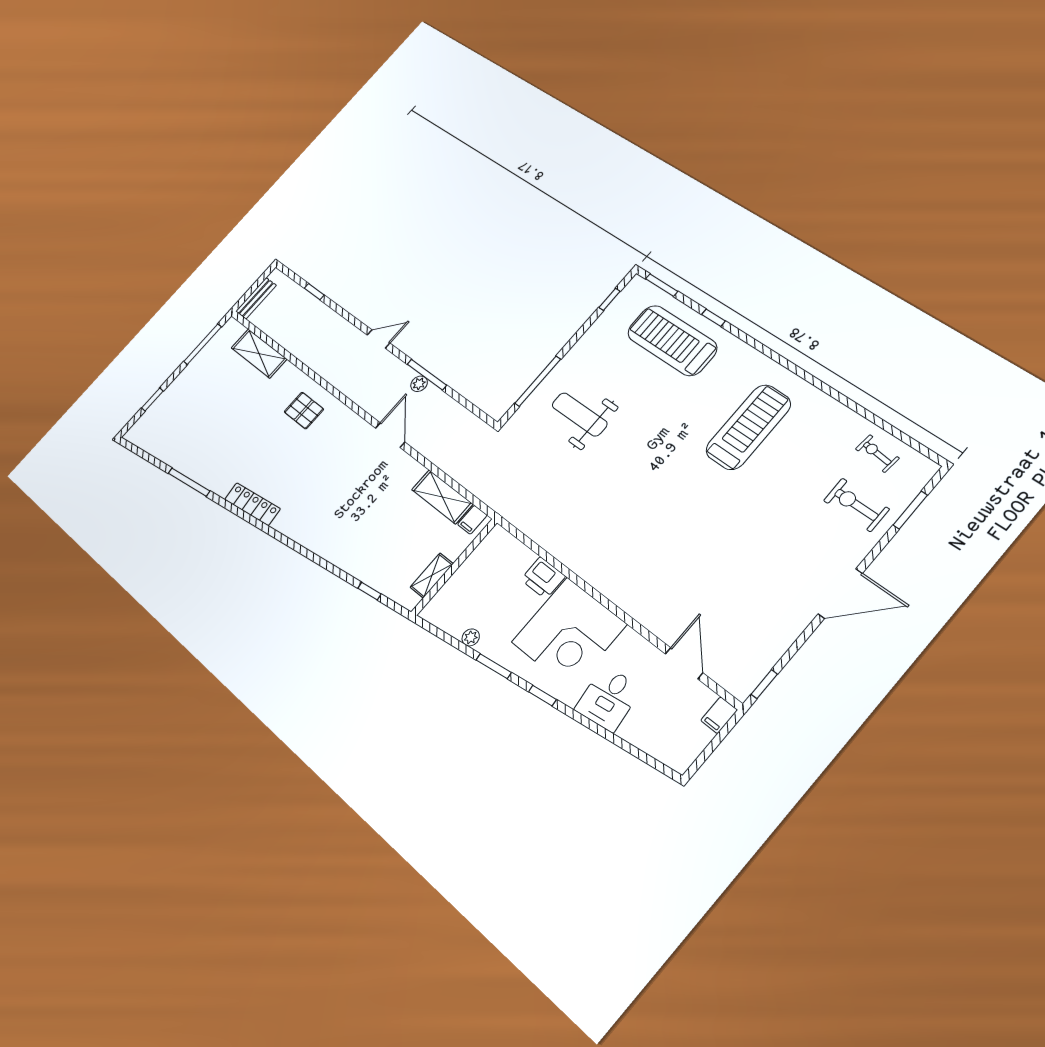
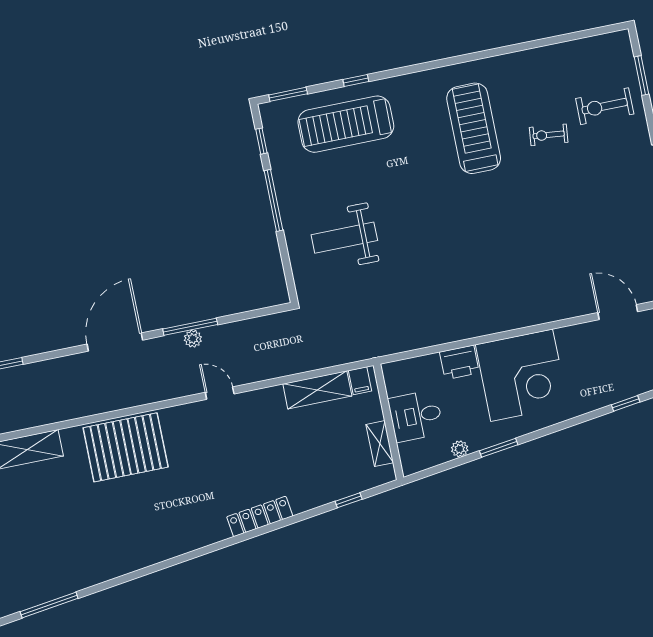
door: (379, 339) -> (115, 342), width x1.88
window: (538, 381) -> (273, 200), moved
pallet: (304, 411) -> (126, 447), width x2.05, depth x2.00
door: (390, 435) -> (220, 393), width x0.73
exercise bike: (877, 454) -> (549, 135), moved
window: (189, 482) -> (49, 605), moved
locker: (252, 504) -> (260, 516), moved
window: (542, 696) -> (626, 403), moved
desk: (608, 699) -> (416, 416), moved, turned 98

